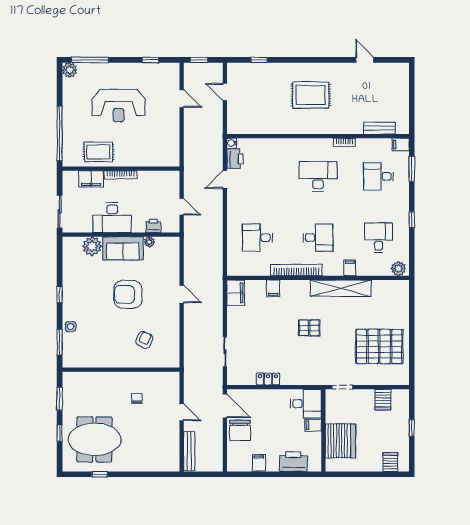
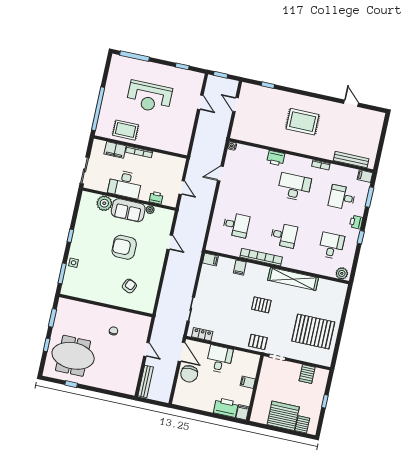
plant: (70, 70) -> (117, 61), removed
bench: (380, 128) -> (351, 160), width x1.36
printer: (235, 159) -> (276, 158), moved, turned 90
printer: (402, 203) -> (356, 222), added
desk: (257, 238) -> (236, 225), turned 180
filing cabinet: (350, 268) -> (304, 265), removed
filing cabinet: (236, 293) -> (210, 259), width x0.50
door: (182, 294) -> (170, 242), moved
pallet: (315, 374) -> (258, 342), added
locker: (268, 379) -> (202, 334), moved
desk: (306, 404) -> (219, 359), moved, turned -90
server rack: (340, 441) -> (283, 416), moved, turned -90
filing cabinet: (259, 463) -> (242, 412), moved

